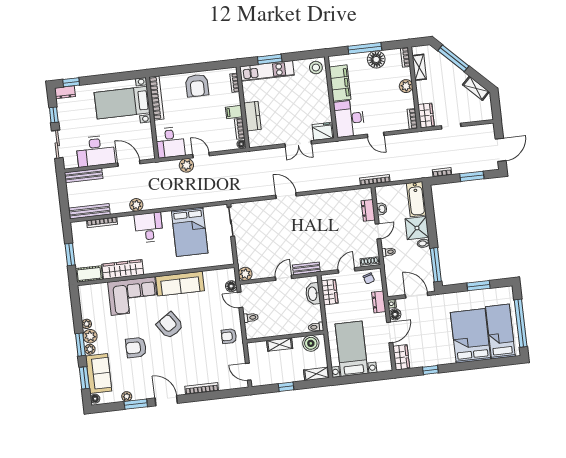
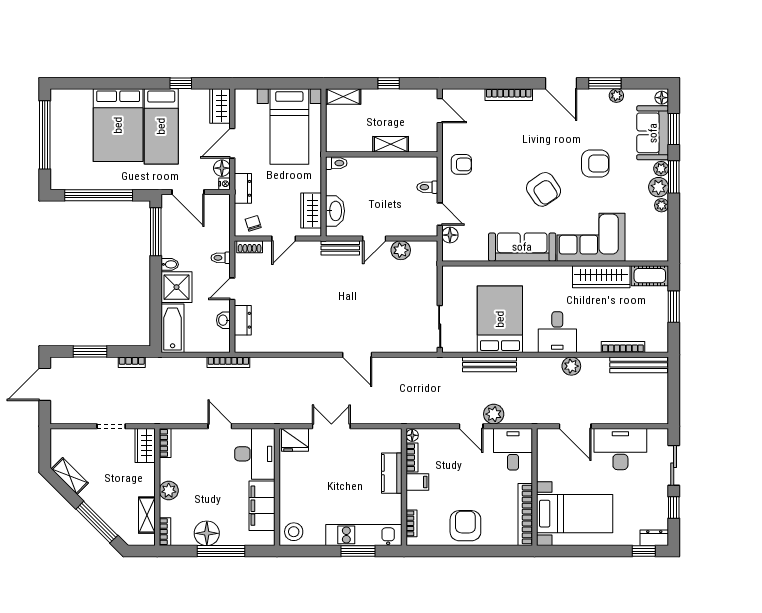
bench: (84, 175) -> (490, 364), moved
plant: (245, 274) -> (401, 250), moved
window: (478, 286) -> (99, 195), width x2.11
bed: (500, 332) -> (161, 126), moved
boiler: (311, 343) -> (346, 141), removed

